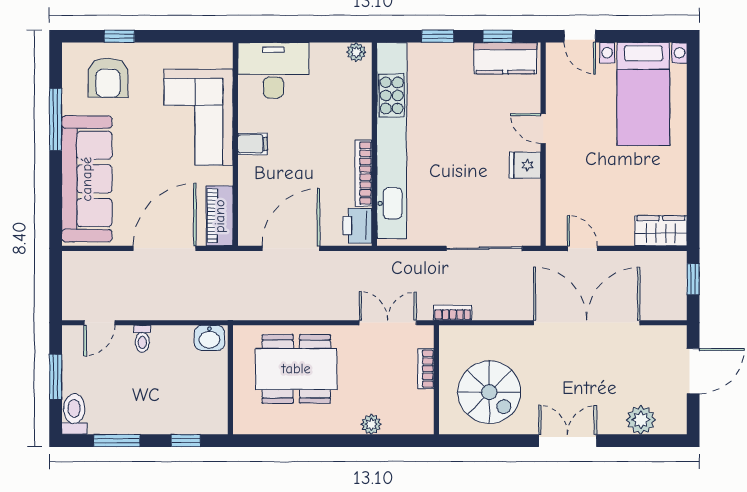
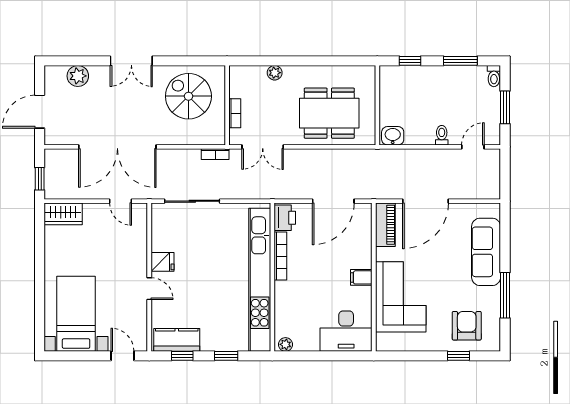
sofa: (87, 179) -> (486, 252), width x0.74, depth x0.79
toilet: (74, 414) -> (494, 76), width x0.73, depth x0.72

